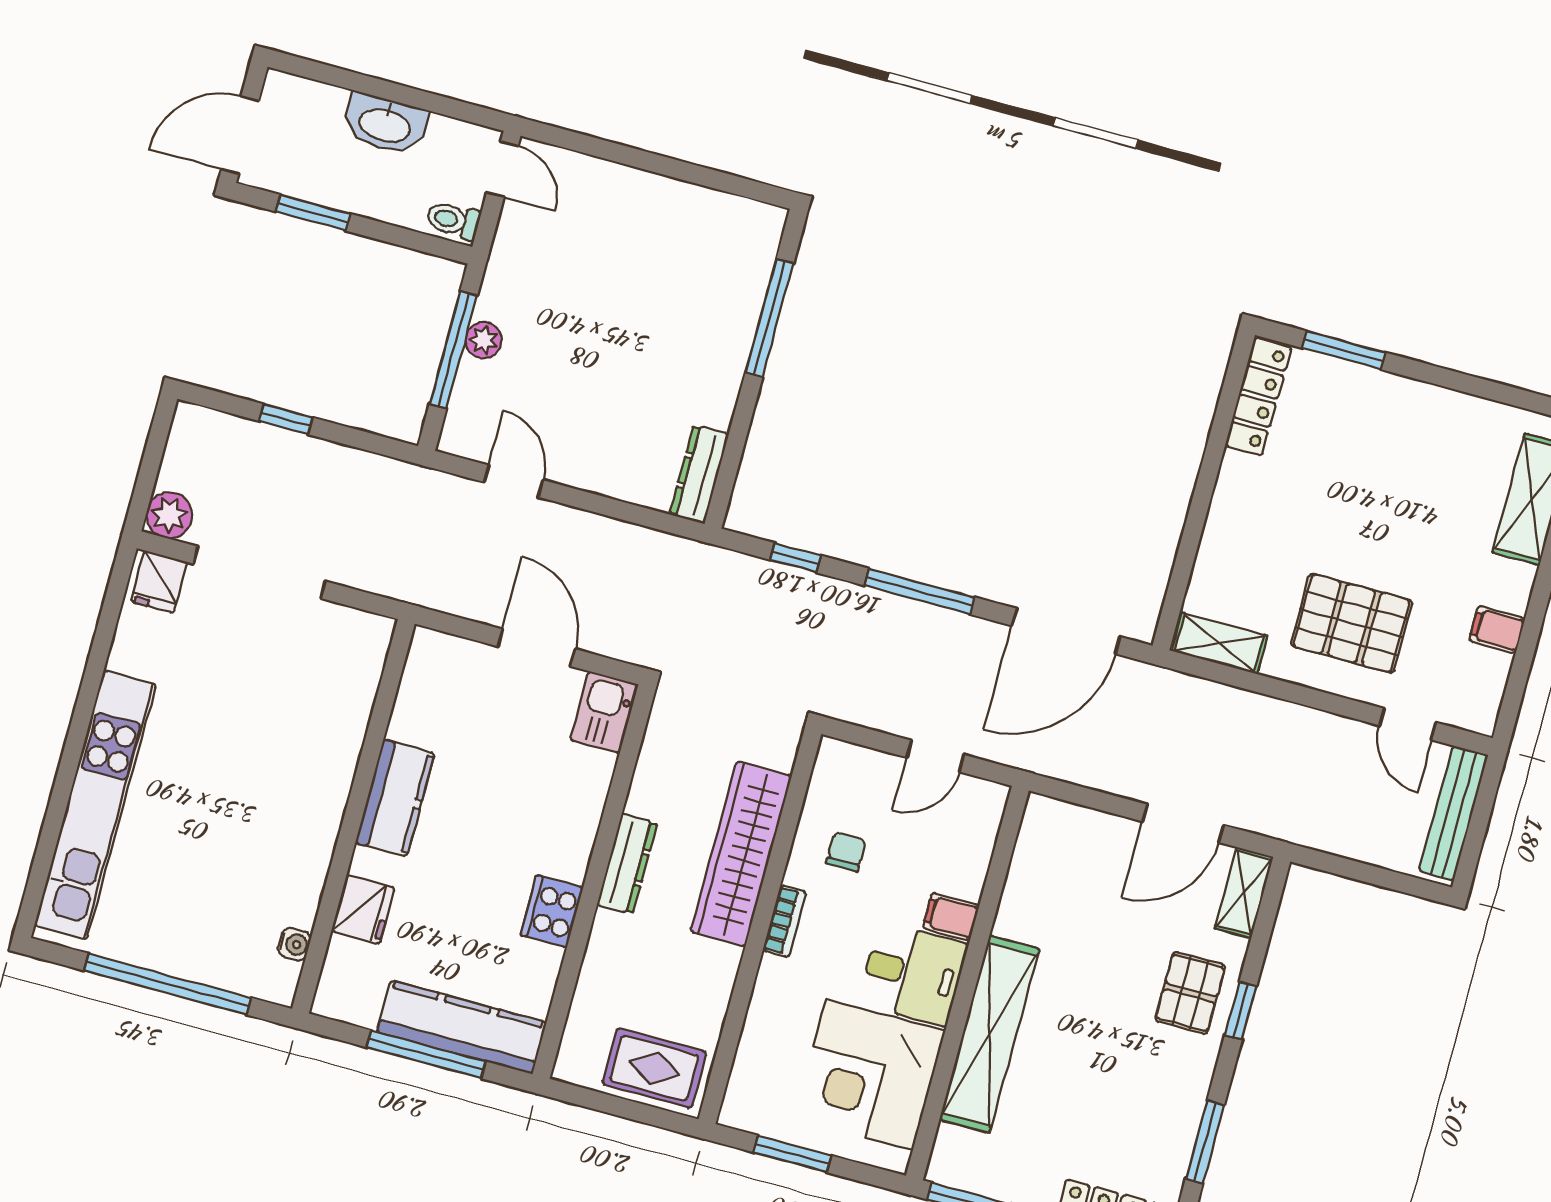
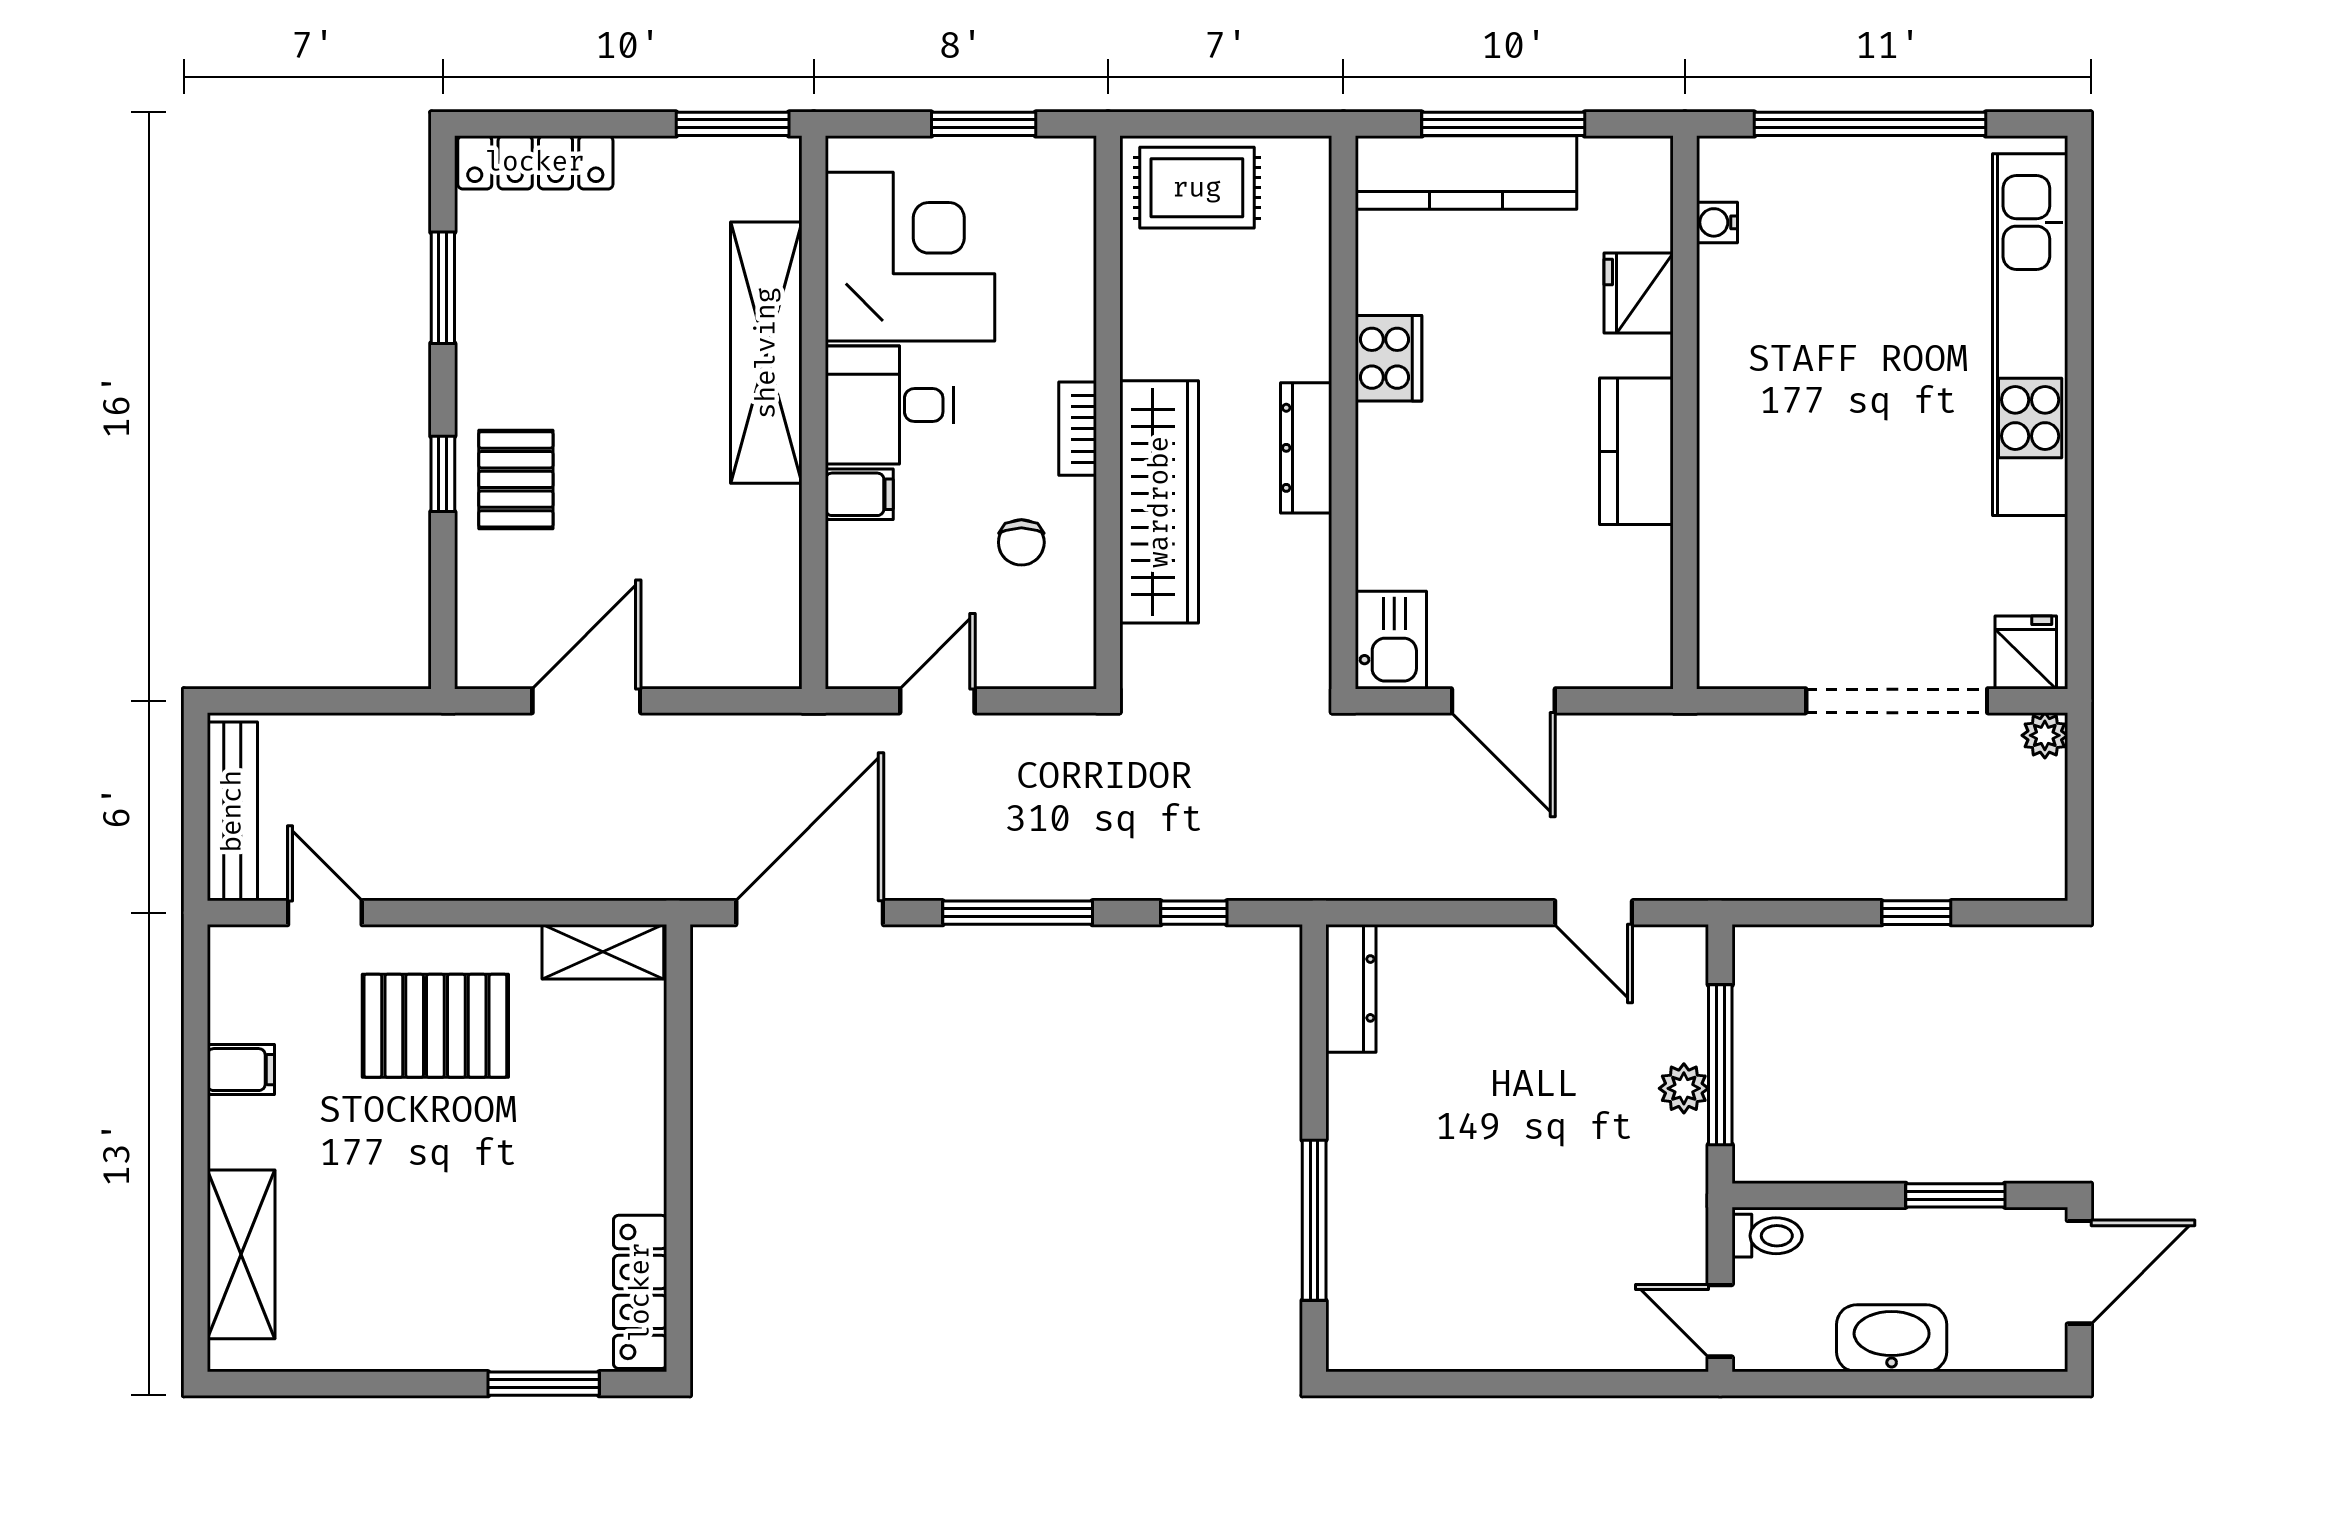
plant: (169, 515) -> (2045, 735), width x0.73, depth x0.73
shelving: (1244, 893) -> (481, 631), removed

